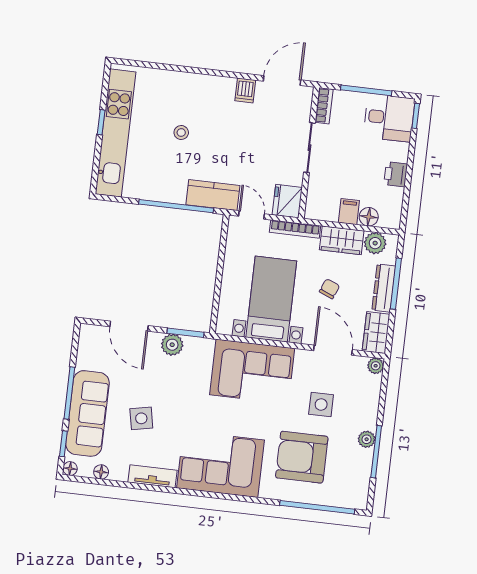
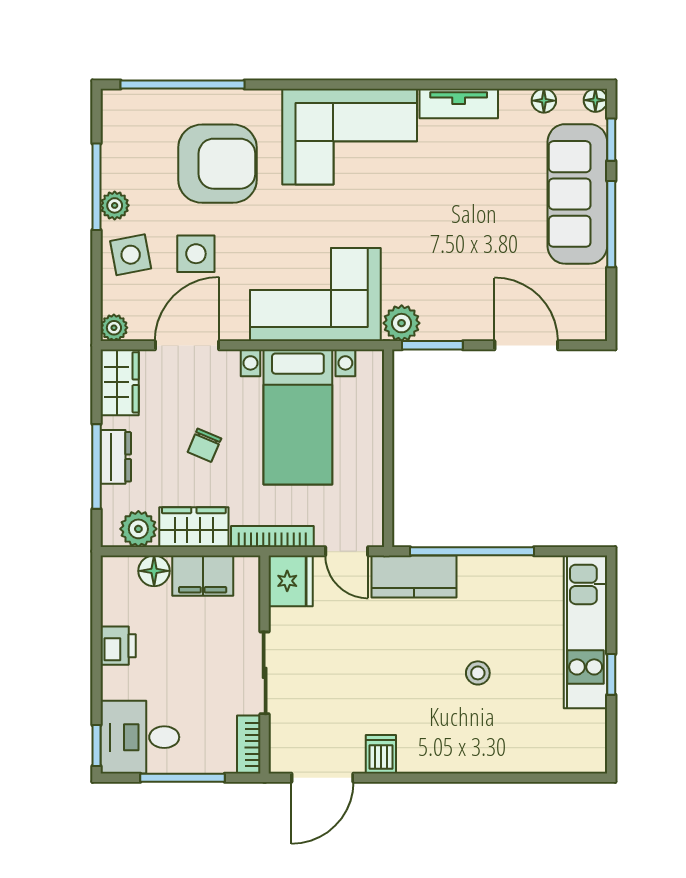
kitchen unit: (116, 133) -> (586, 632), width x0.73
filing cabinet: (349, 212) -> (203, 576), width x2.00
dresser: (384, 288) -> (116, 457), width x0.70
plant: (172, 345) -> (402, 323), moved
door: (333, 350) -> (187, 345), swing flipped
side table: (141, 418) -> (131, 255), moved

